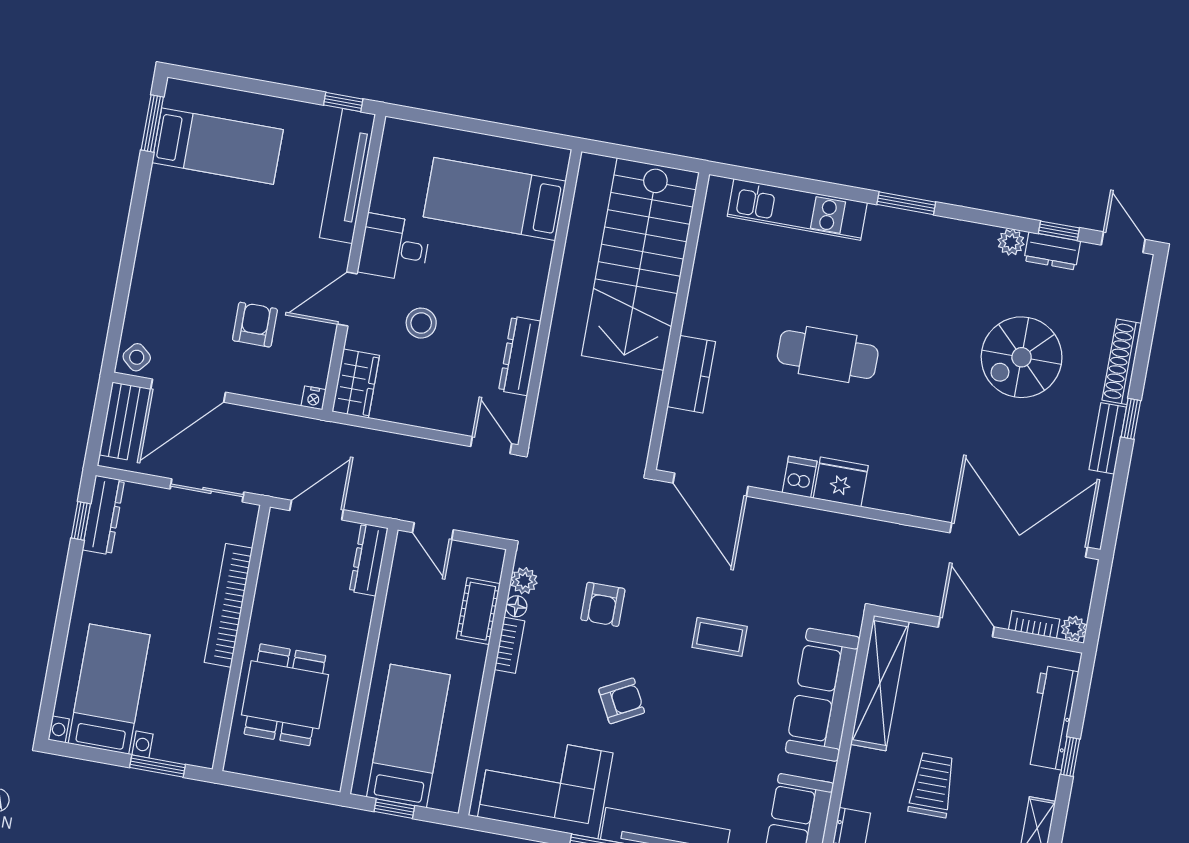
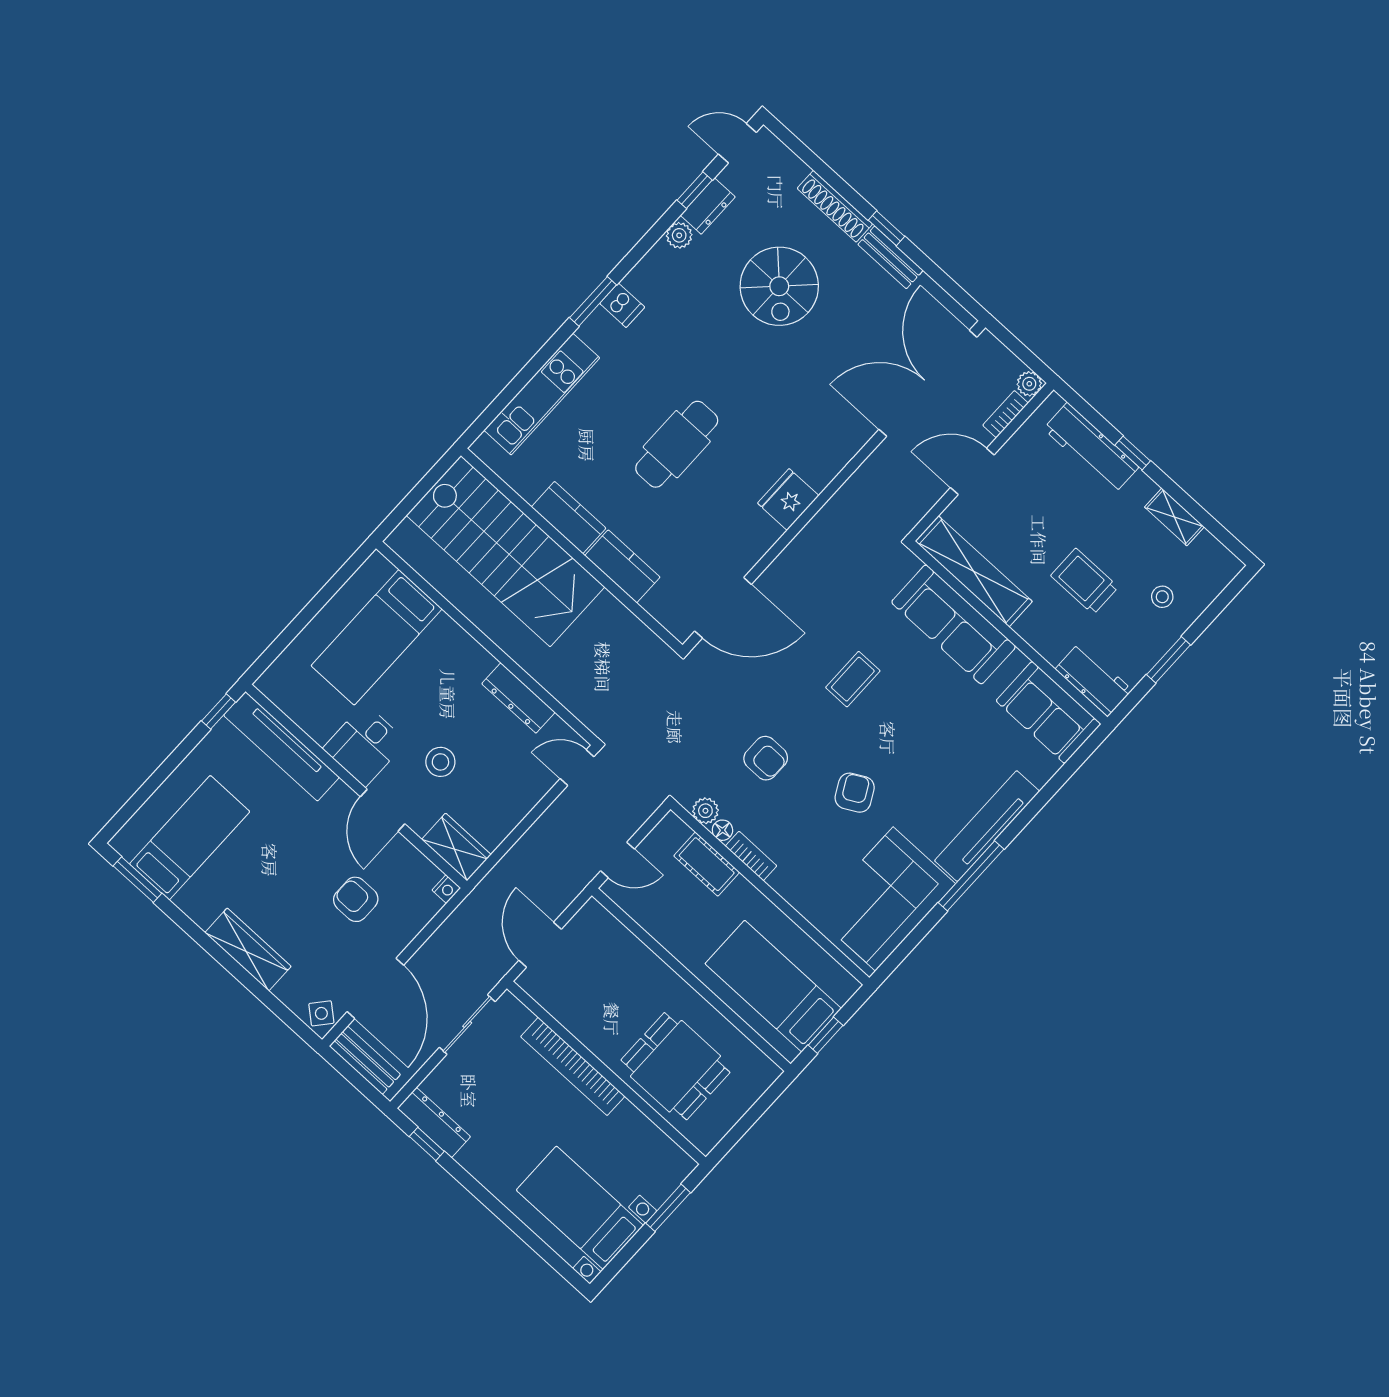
wardrobe: (152, 258) -> (248, 950), added
kitchen counter: (704, 301) -> (569, 518), added
dishwasher: (800, 477) -> (622, 305), moved, turned 180
dresser: (369, 560) -> (608, 927), removed

